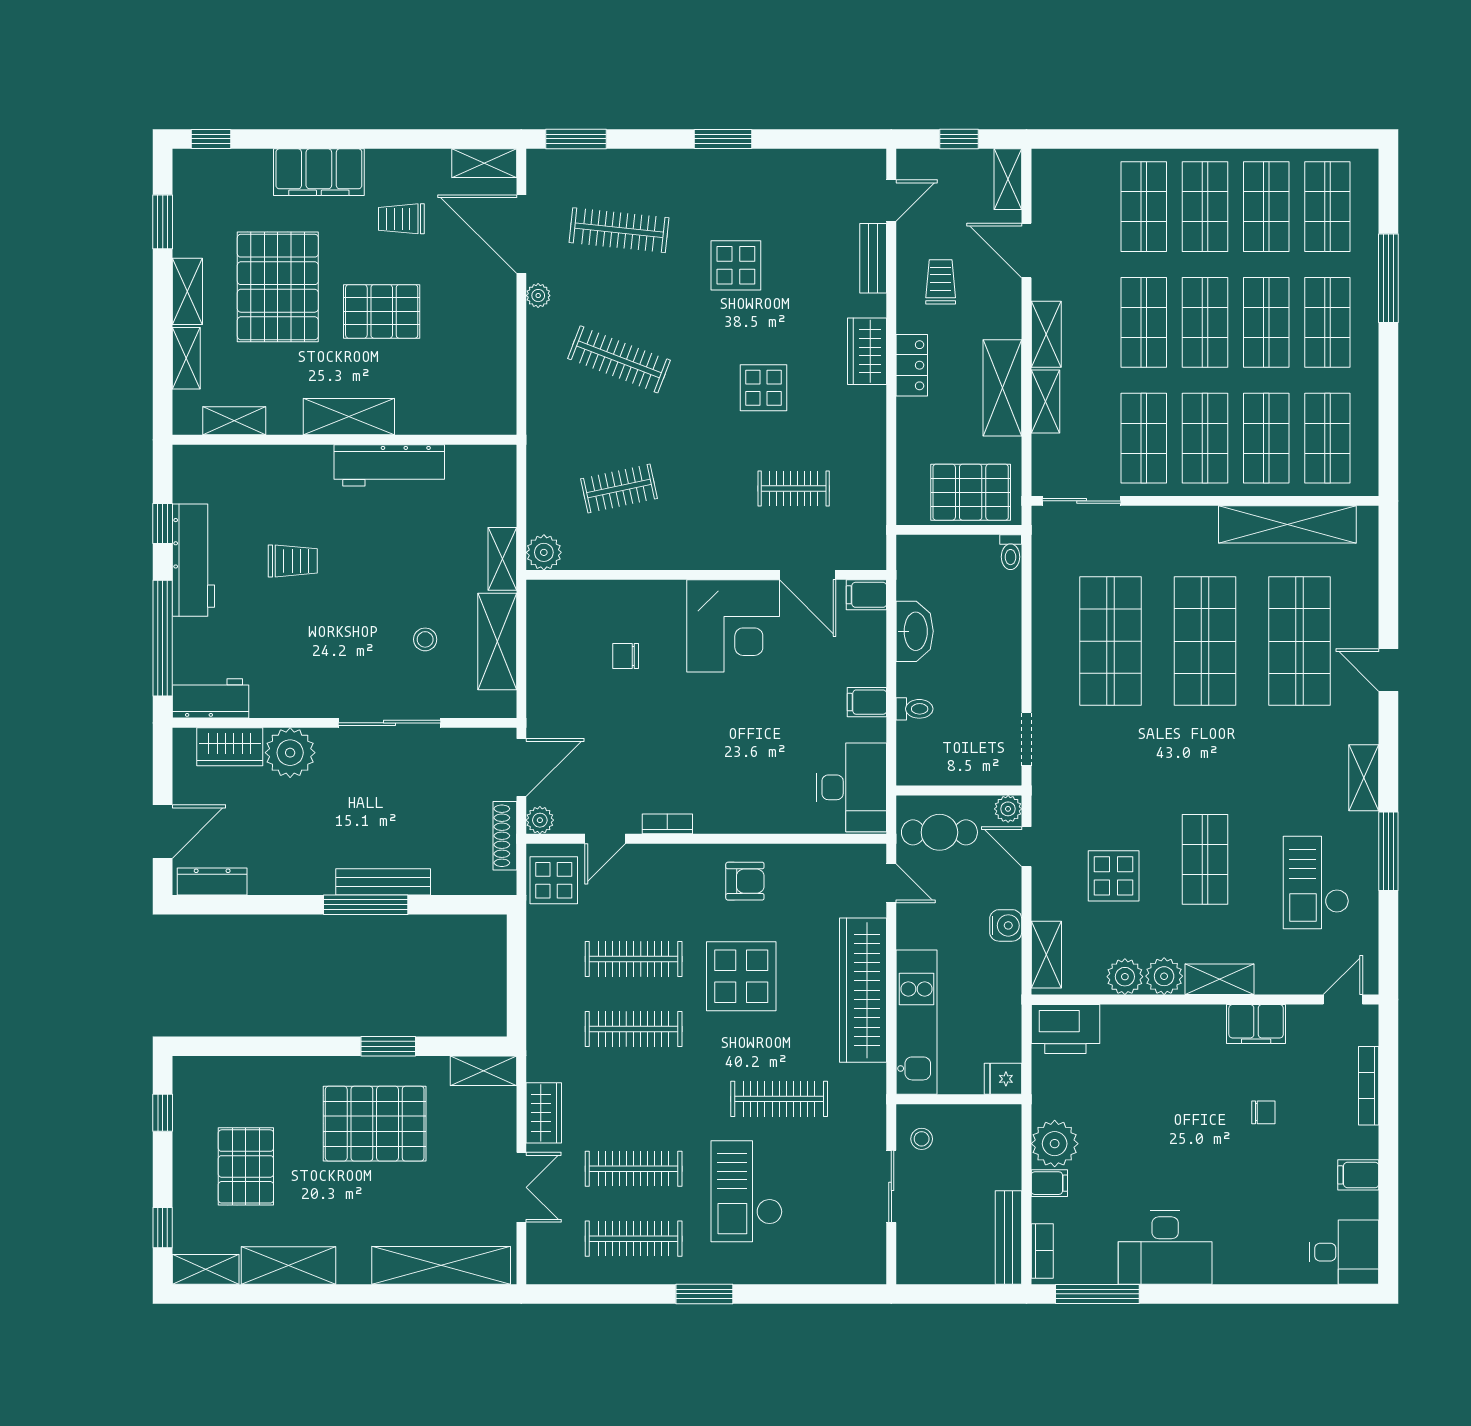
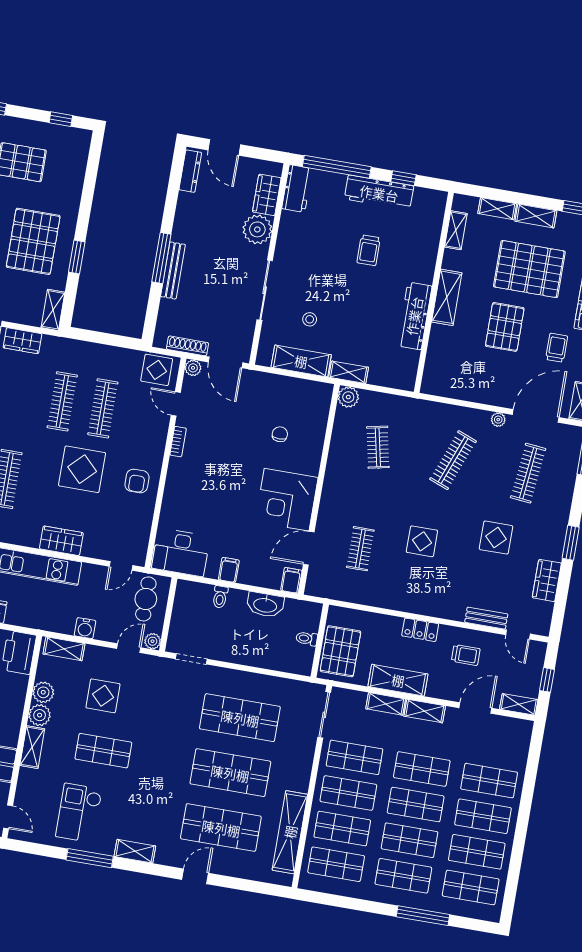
wardrobe: (867, 351) -> (547, 580), moved, turned -90
toilet: (1011, 552) -> (307, 639), moved
checkout: (1316, 882) -> (79, 813), turned -90
wardrobe: (863, 990) -> (61, 541), width x0.48, depth x0.85

